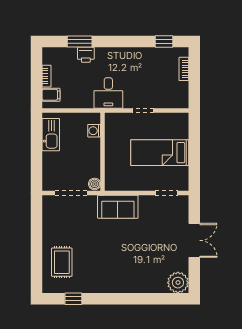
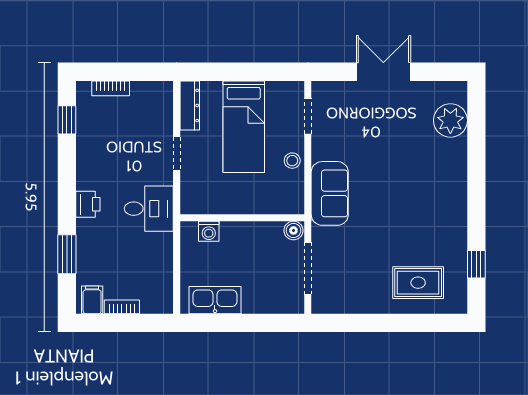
printer: (86, 55) -> (88, 204), moved
filing cabinet: (51, 95) -> (92, 300), moved
dresser: (173, 119) -> (190, 105), added
stool: (138, 183) -> (292, 161), added
plant: (178, 283) -> (450, 120), moved

